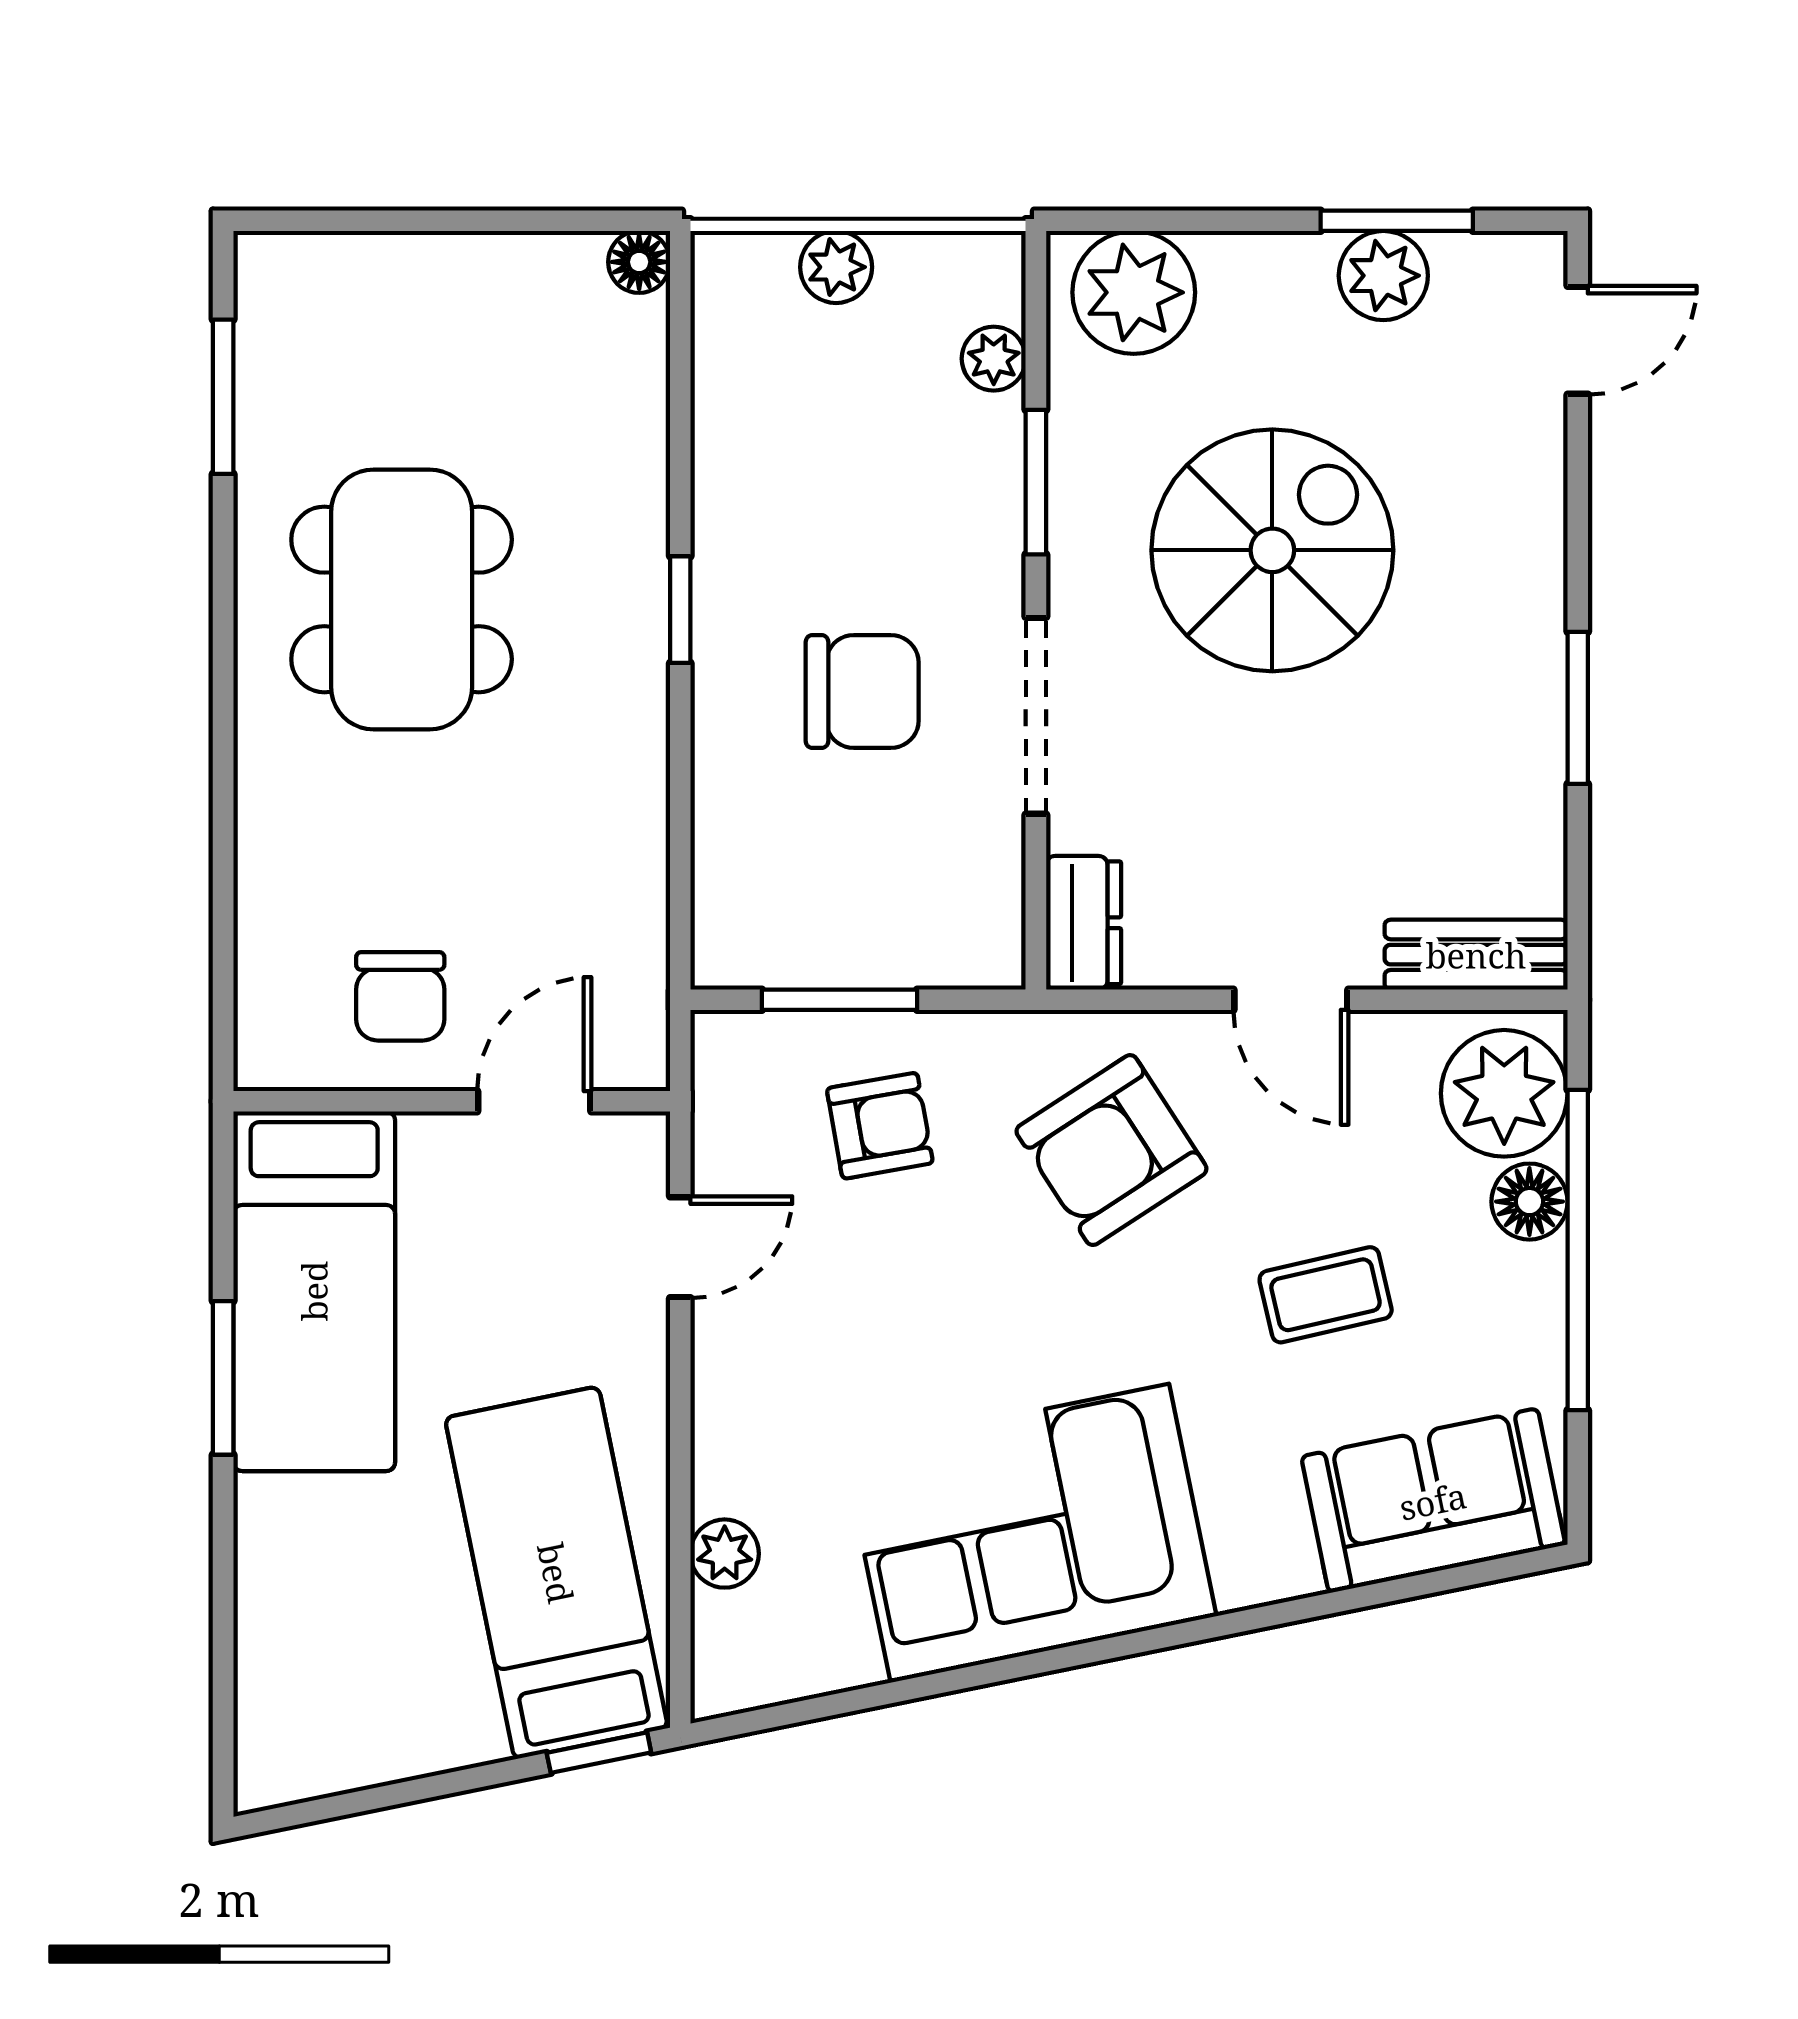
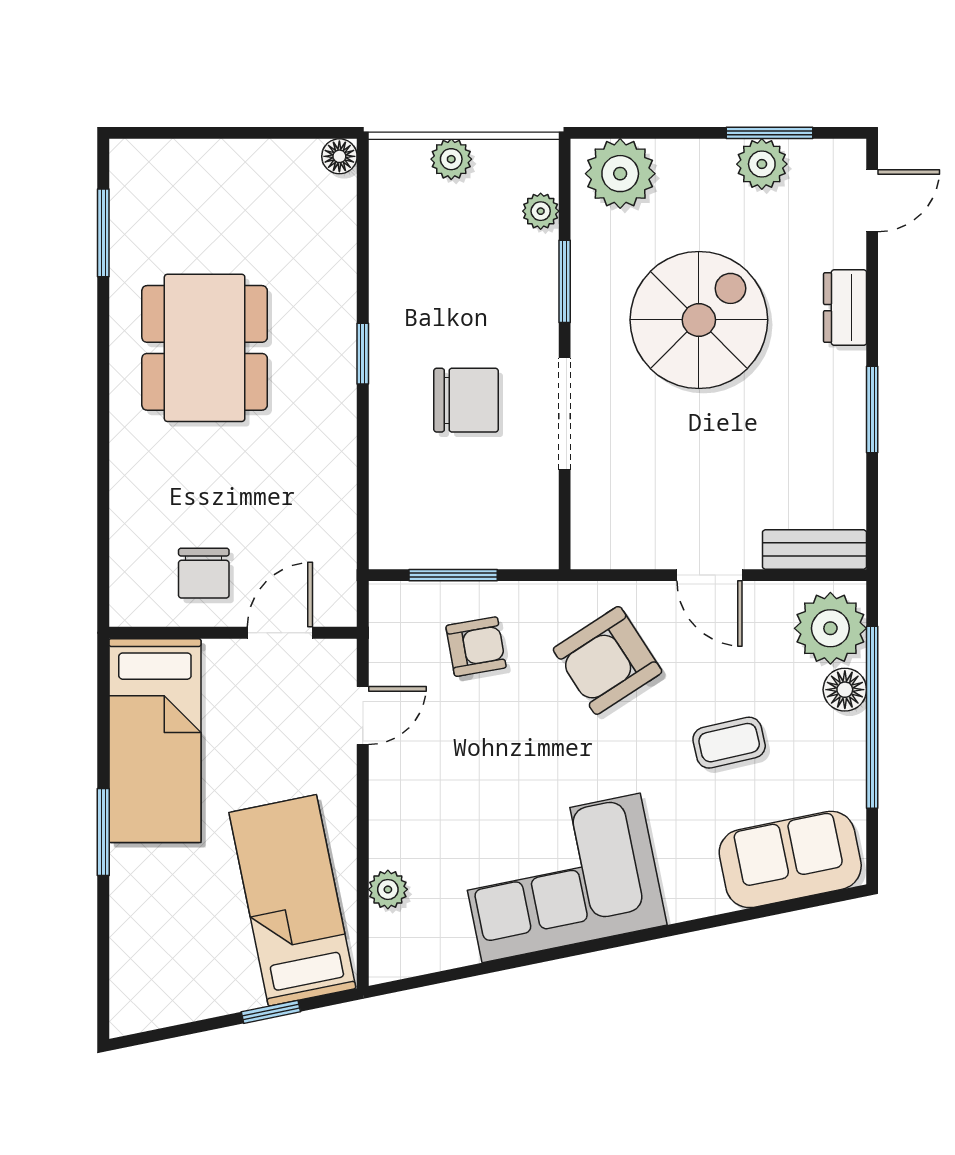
dresser: (1084, 923) -> (845, 308), moved, turned 180
window: (223, 1378) -> (103, 832), moved
window: (599, 1753) -> (271, 1012), moved

